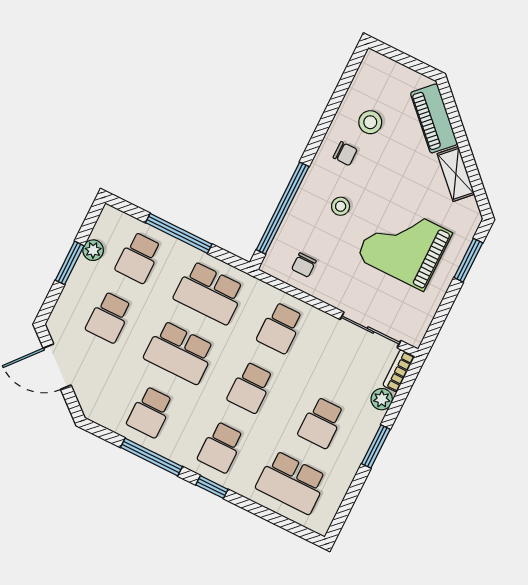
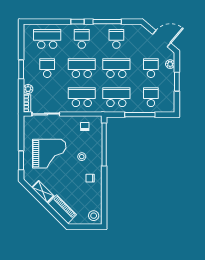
stool: (370, 122) -> (94, 216), moved
plant: (93, 250) -> (170, 64), moved
school desk: (280, 328) -> (82, 97), width x1.85
school desk: (250, 388) -> (82, 68), width x1.85

